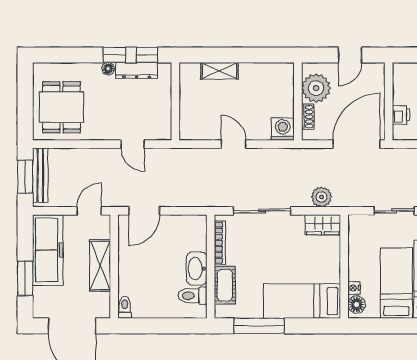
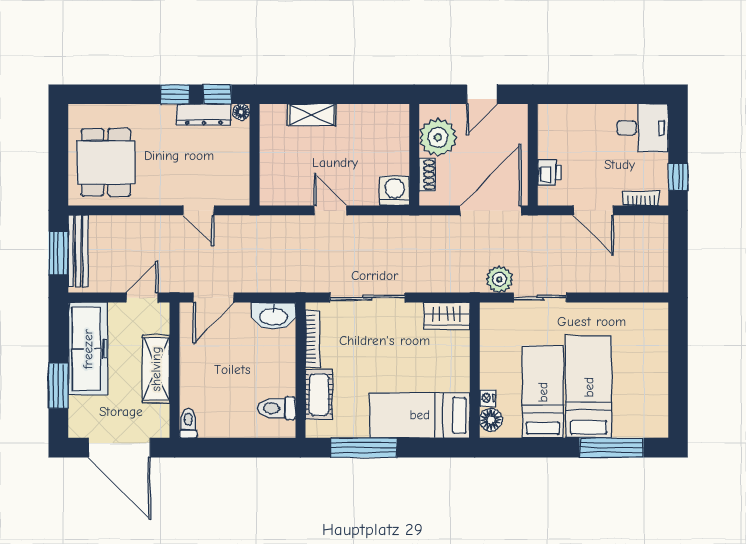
floor lamp: (108, 69) -> (241, 112), moved
plant: (321, 197) -> (499, 279), moved
washbasin: (197, 269) -> (274, 316), moved, turned -90

